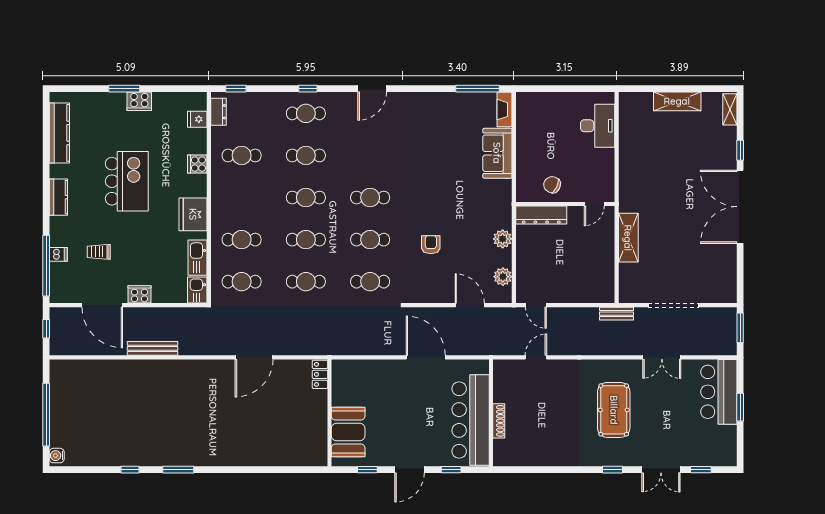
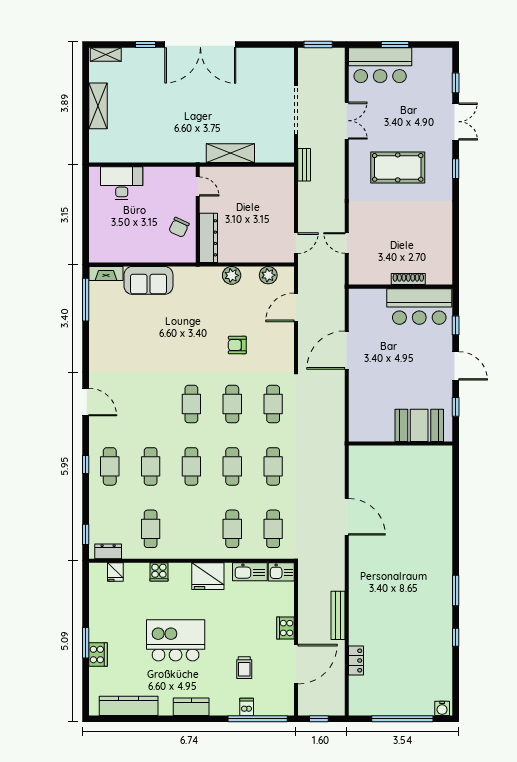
cooker: (139, 101) -> (98, 655), moved
locker: (320, 374) -> (356, 661), moved, turned -90
bar counter: (471, 420) -> (419, 306), width x0.73

